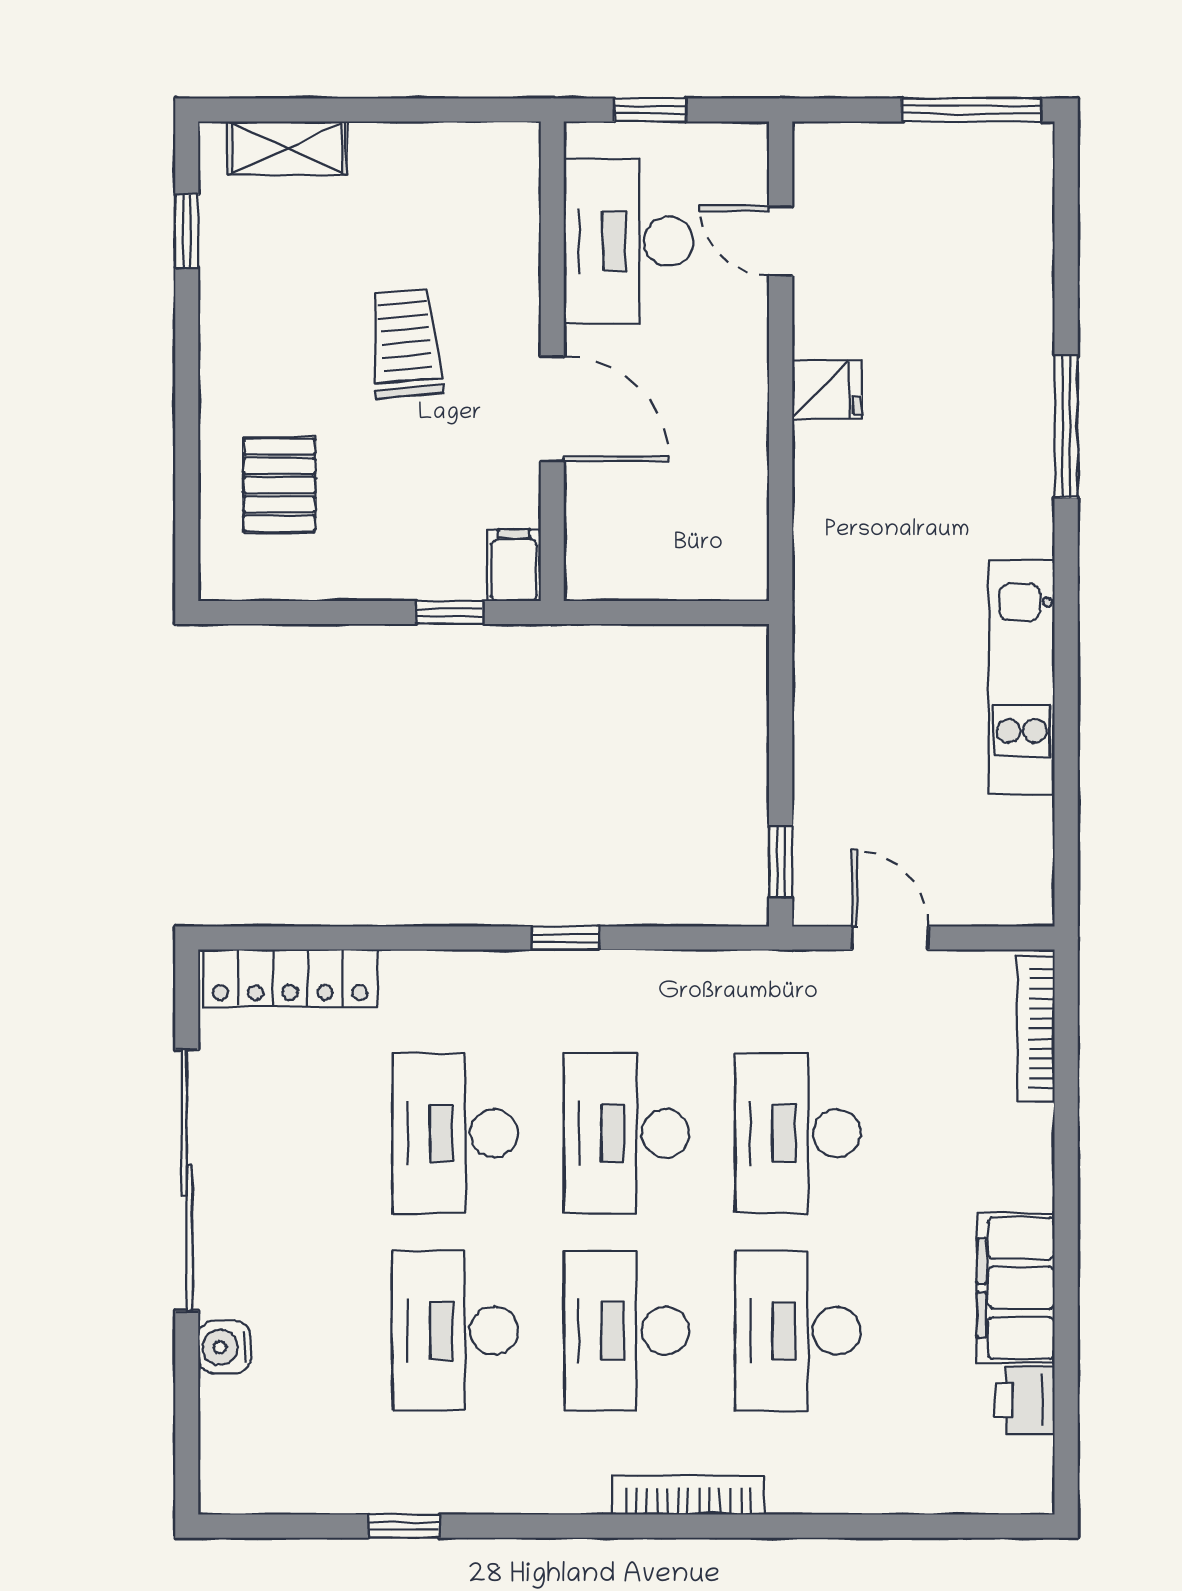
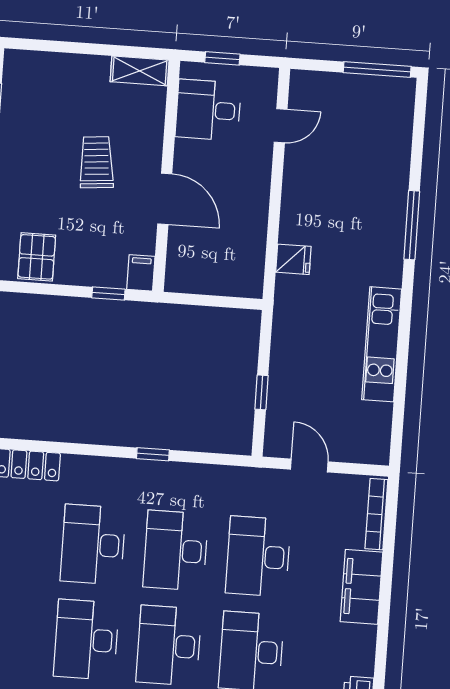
shelving: (287, 148) -> (140, 71), moved
desk: (629, 241) -> (208, 110), width x0.73
door: (781, 241) -> (281, 126), swing flipped
fridge: (827, 390) -> (293, 259), moved
pallet: (279, 485) -> (37, 257), moved
window: (781, 862) -> (262, 392), moved
filing cabinet: (1016, 1288) -> (361, 587), moved

